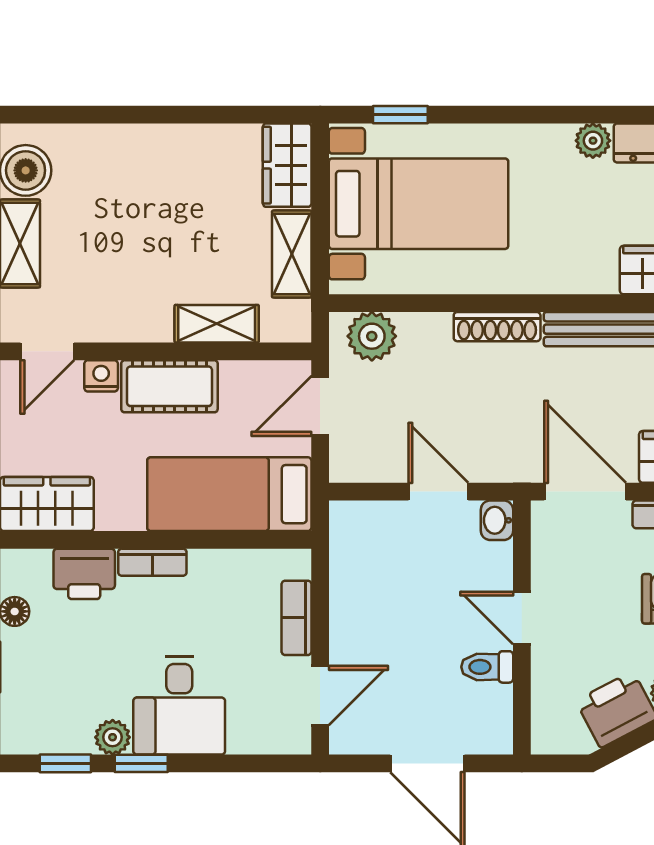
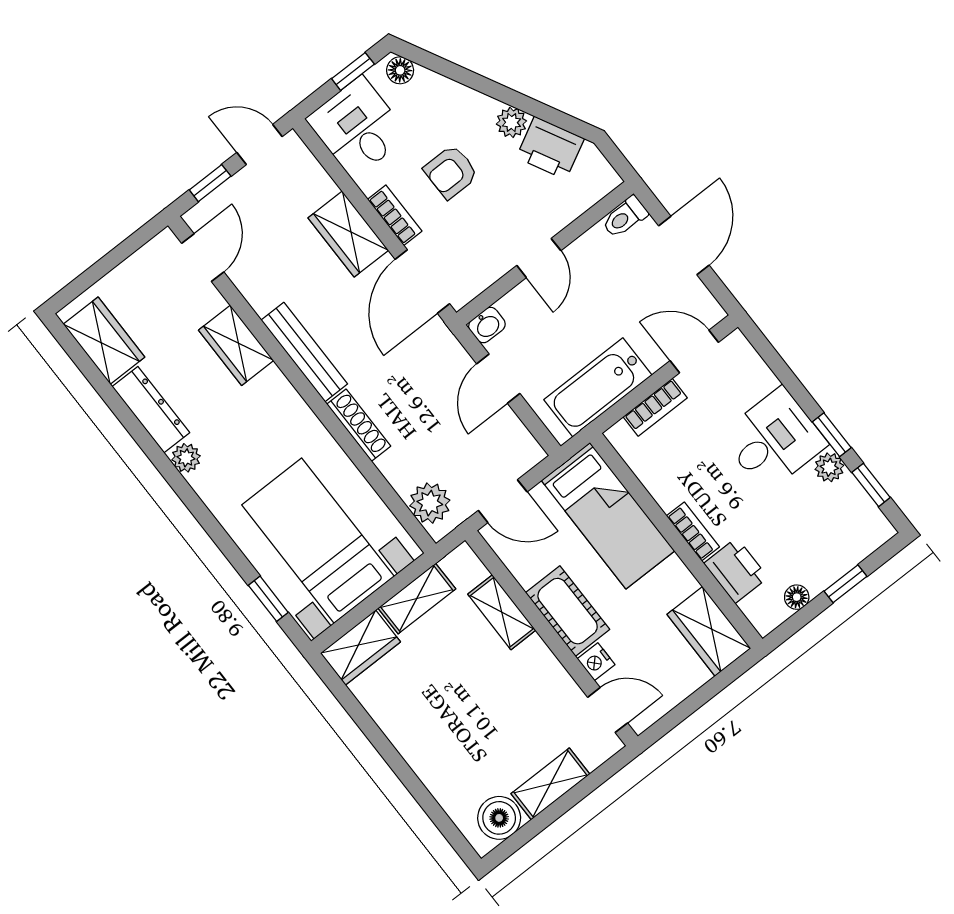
bathtub: (357, 579) -> (598, 387), added
toilet: (487, 667) -> (625, 217), moved, turned 90

